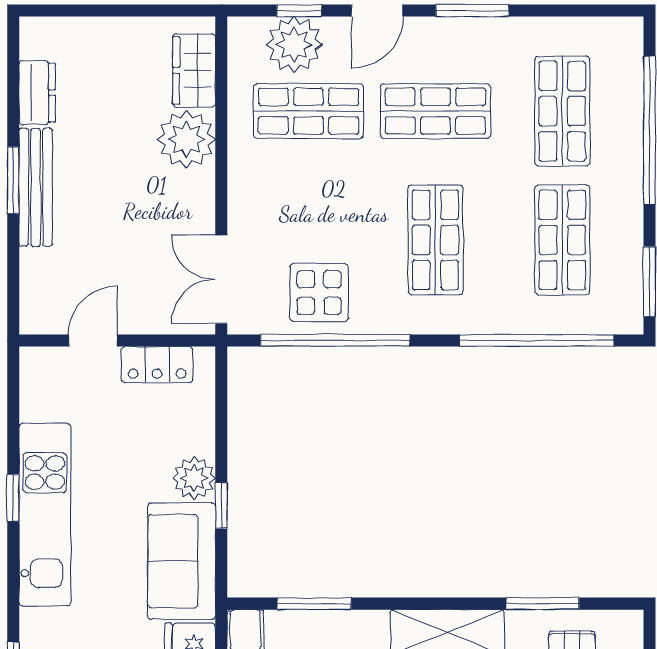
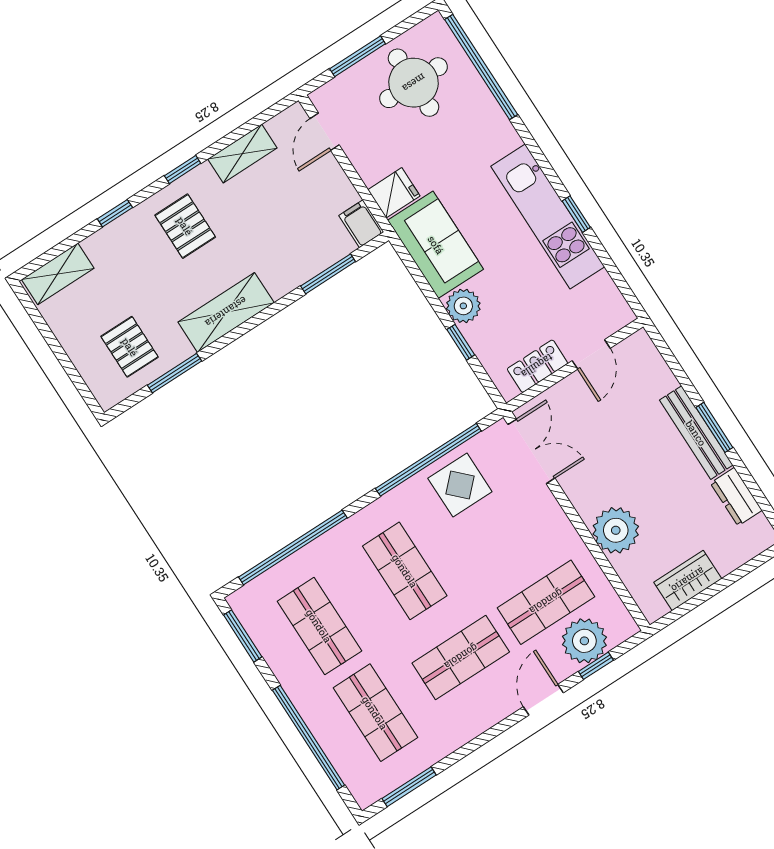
window: (472, 11) -> (409, 787), moved
wardrobe: (194, 70) -> (688, 580), moved, turned -90
window: (221, 506) -> (461, 342), moved

